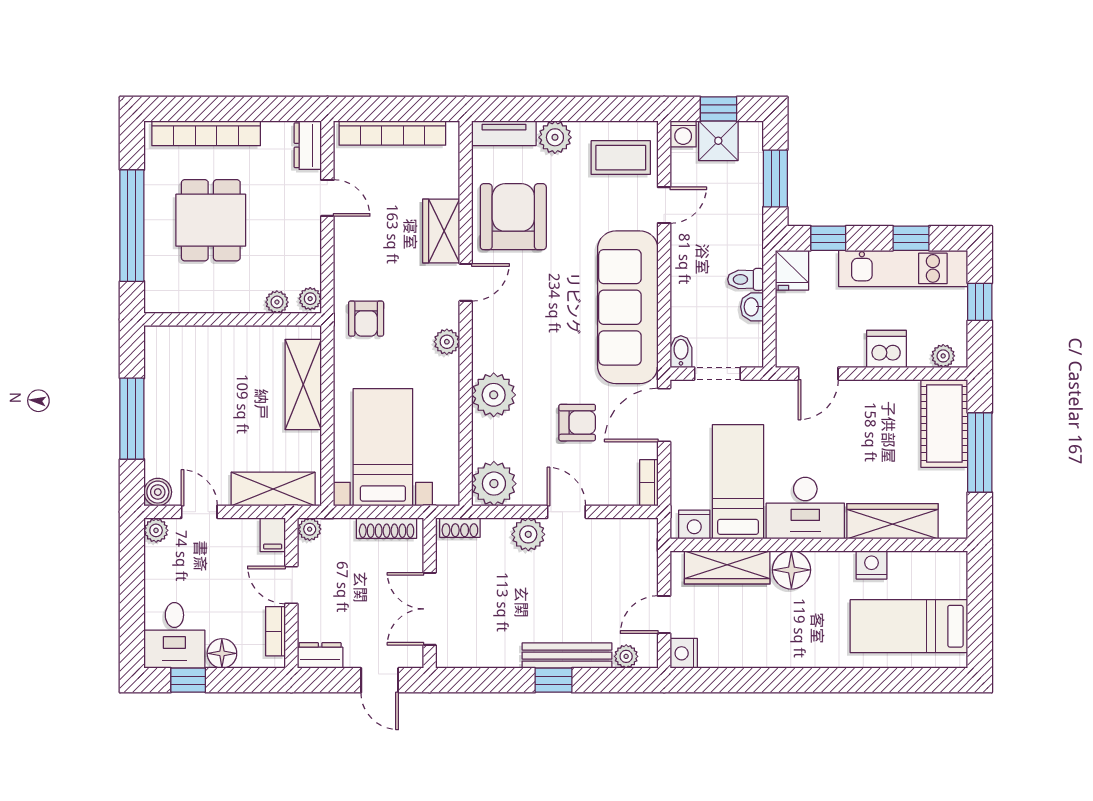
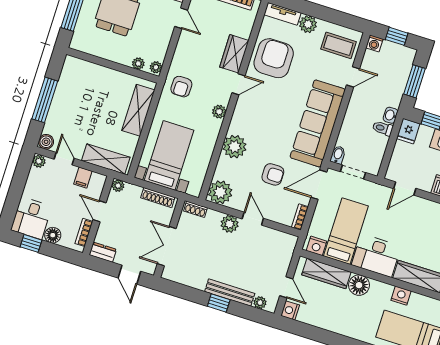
shower: (718, 141) -> (391, 53), removed
washbasin: (752, 307) -> (391, 115), moved
filing cabinet: (273, 535) -> (83, 178), moved
door: (664, 615) -> (286, 287), swing flipped

